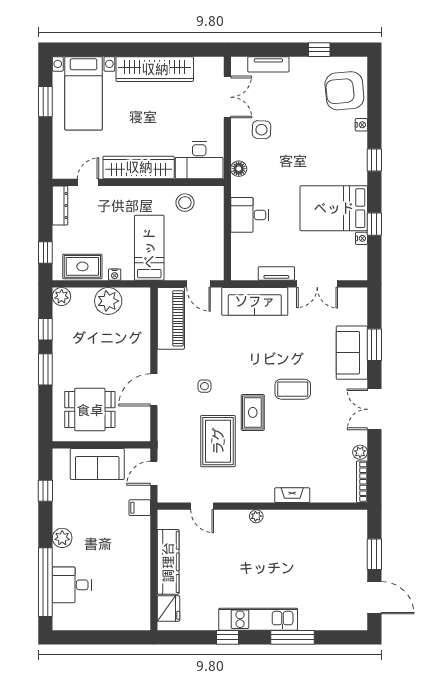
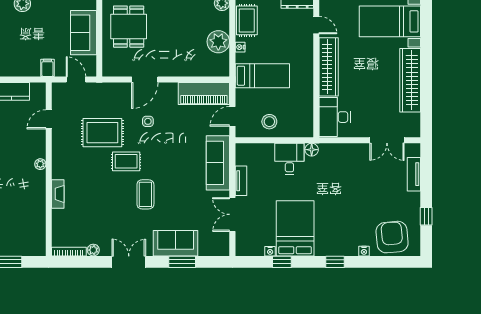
side table: (261, 130) -> (360, 168), removed
floor lamp: (239, 169) -> (312, 150), moved
stool: (185, 203) -> (269, 122), moved
door: (154, 390) -> (145, 80), swing flipped

